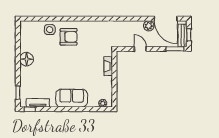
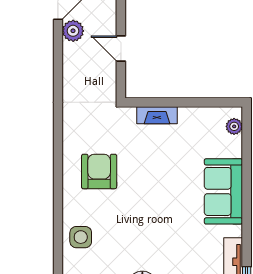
armchair: (69, 37) -> (99, 171), moved
door: (140, 49) -> (121, 48), hinge flipped

